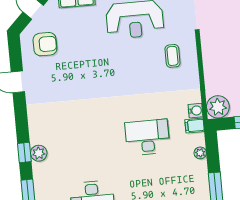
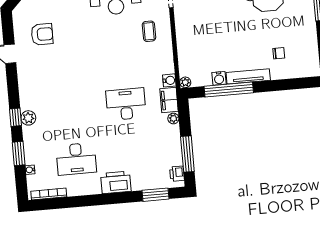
armchair: (45, 44) -> (42, 34), moved
plant: (218, 107) -> (185, 82), width x0.53, depth x0.53
filing cabinet: (195, 126) -> (169, 100), width x2.00

